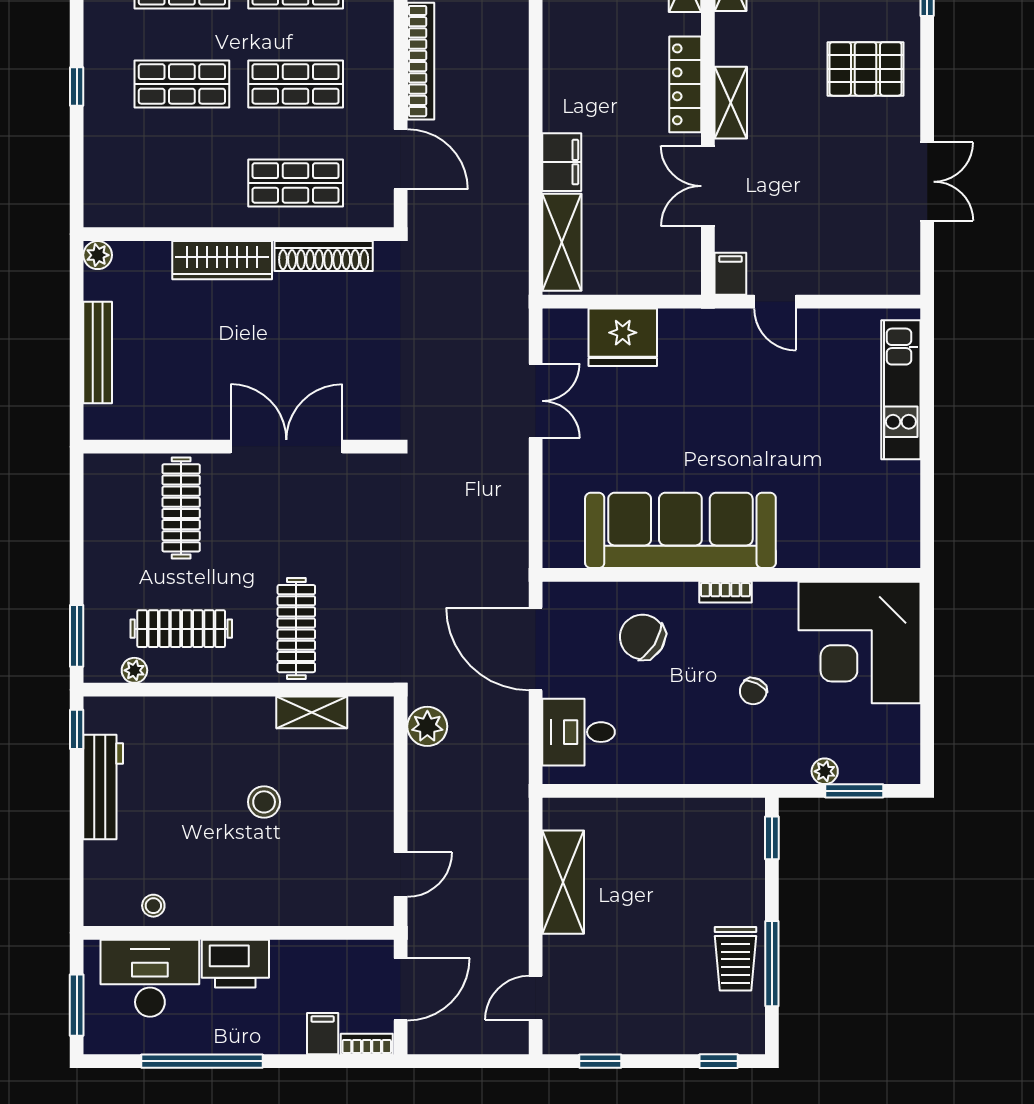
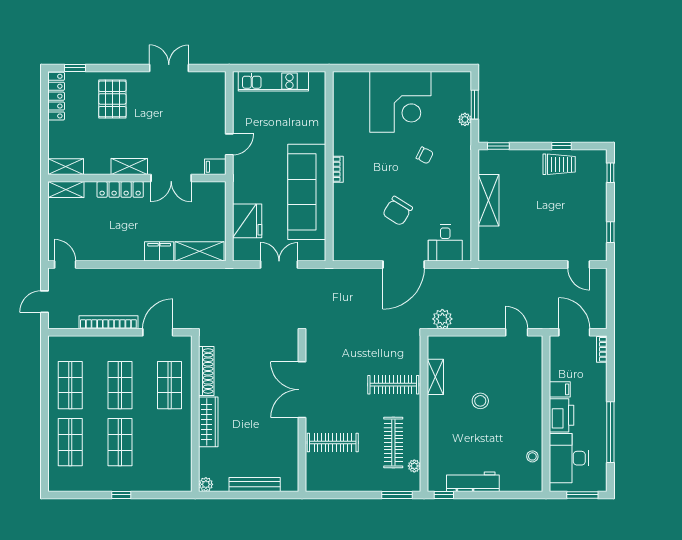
sofa: (680, 530) -> (307, 192), moved
wall: (731, 575) -> (329, 166), moved
bookcase: (725, 592) -> (338, 169), moved
shelving: (563, 882) -> (489, 200), moved, turned 90
window: (772, 964) -> (561, 146), width x0.46
filing cabinet: (323, 1034) -> (560, 389), moved, turned 180

